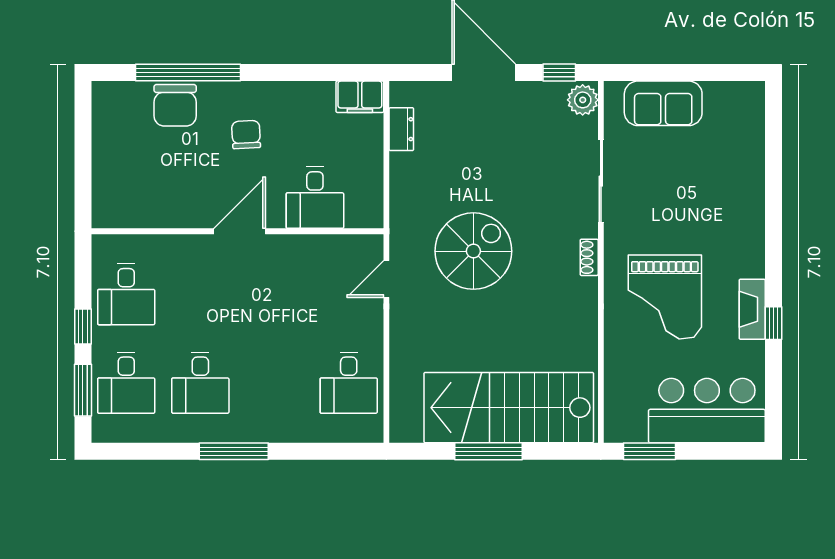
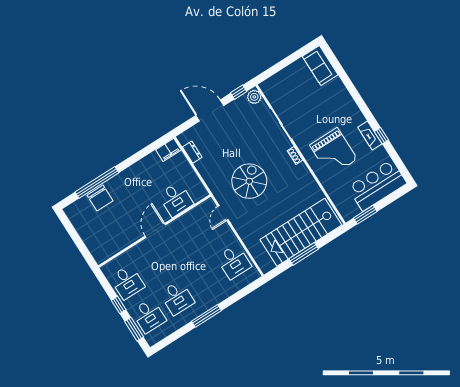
sofa: (663, 103) -> (320, 66), moved, turned 90
chair: (246, 135) -> (134, 192), removed

